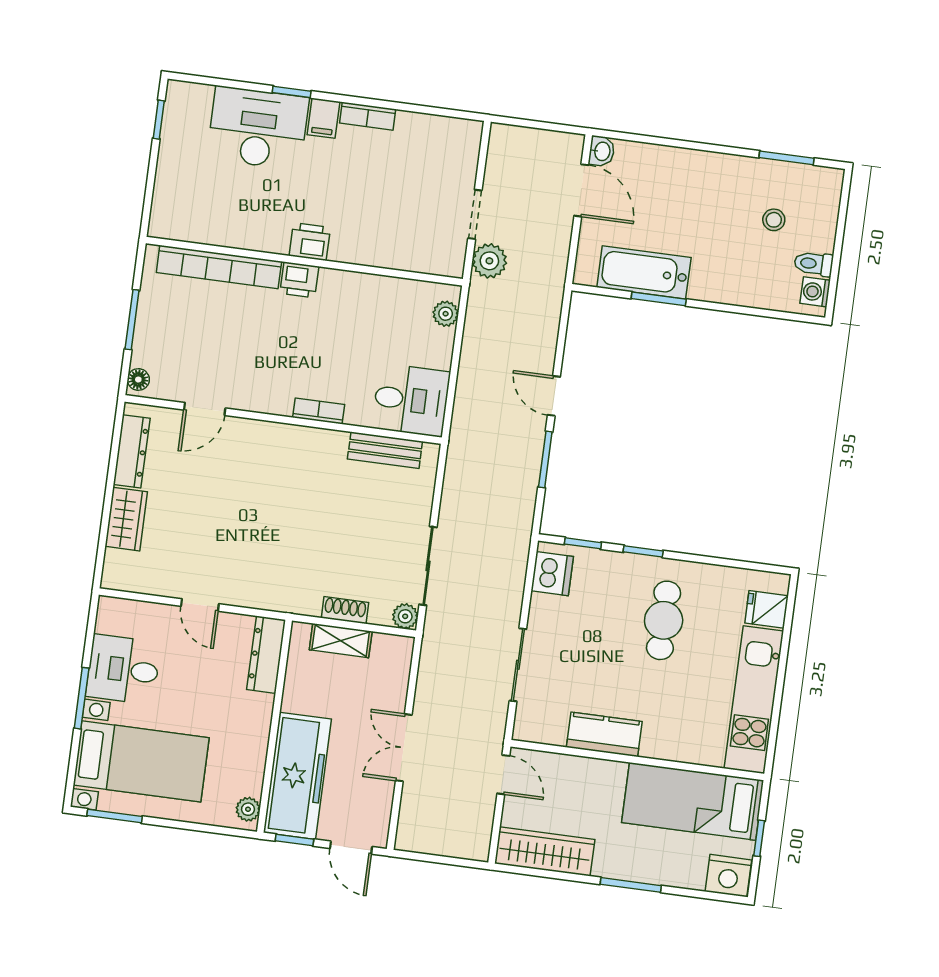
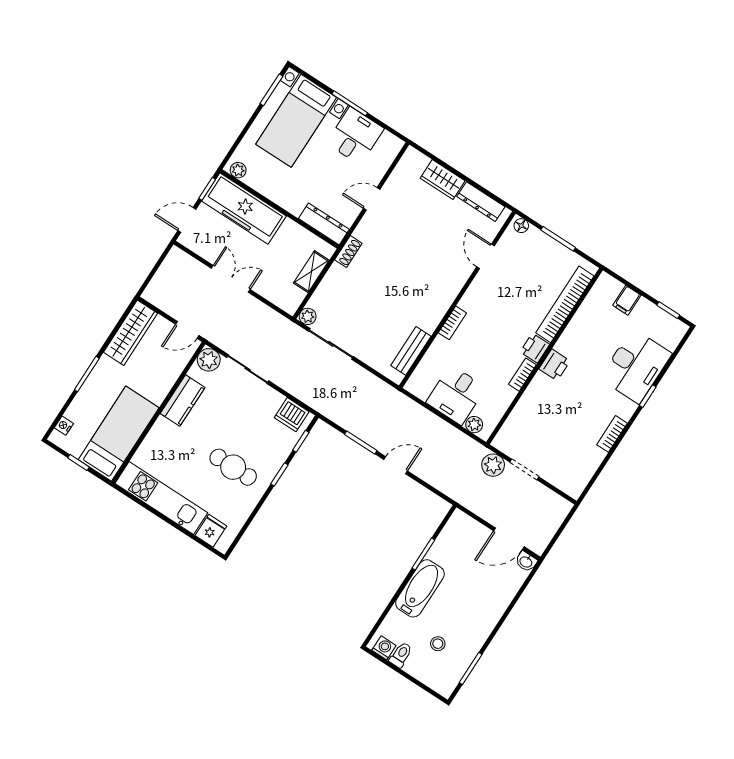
filing cabinet: (324, 118) -> (627, 300), moved, turned -90
bathtub: (644, 272) -> (420, 588), moved
bookcase: (344, 280) -> (522, 375), added
desk: (411, 400) -> (456, 395), moved
shoe rack: (345, 610) -> (348, 251), moved
plant: (531, 725) -> (209, 360), added
nightstand: (728, 876) -> (64, 426), width x0.53, depth x0.56

